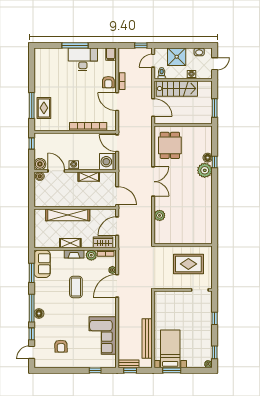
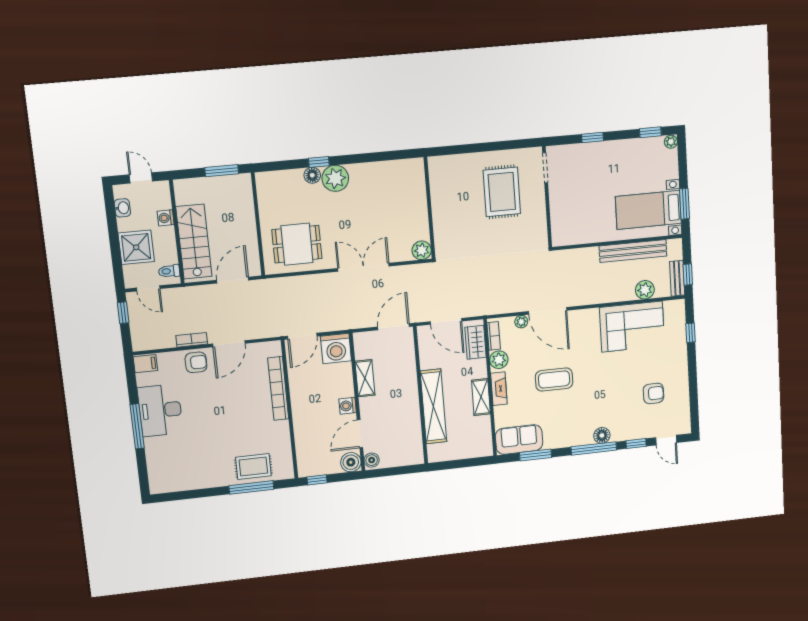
wall: (183, 245) -> (429, 208), moved
plant: (124, 344) -> (645, 290), added

